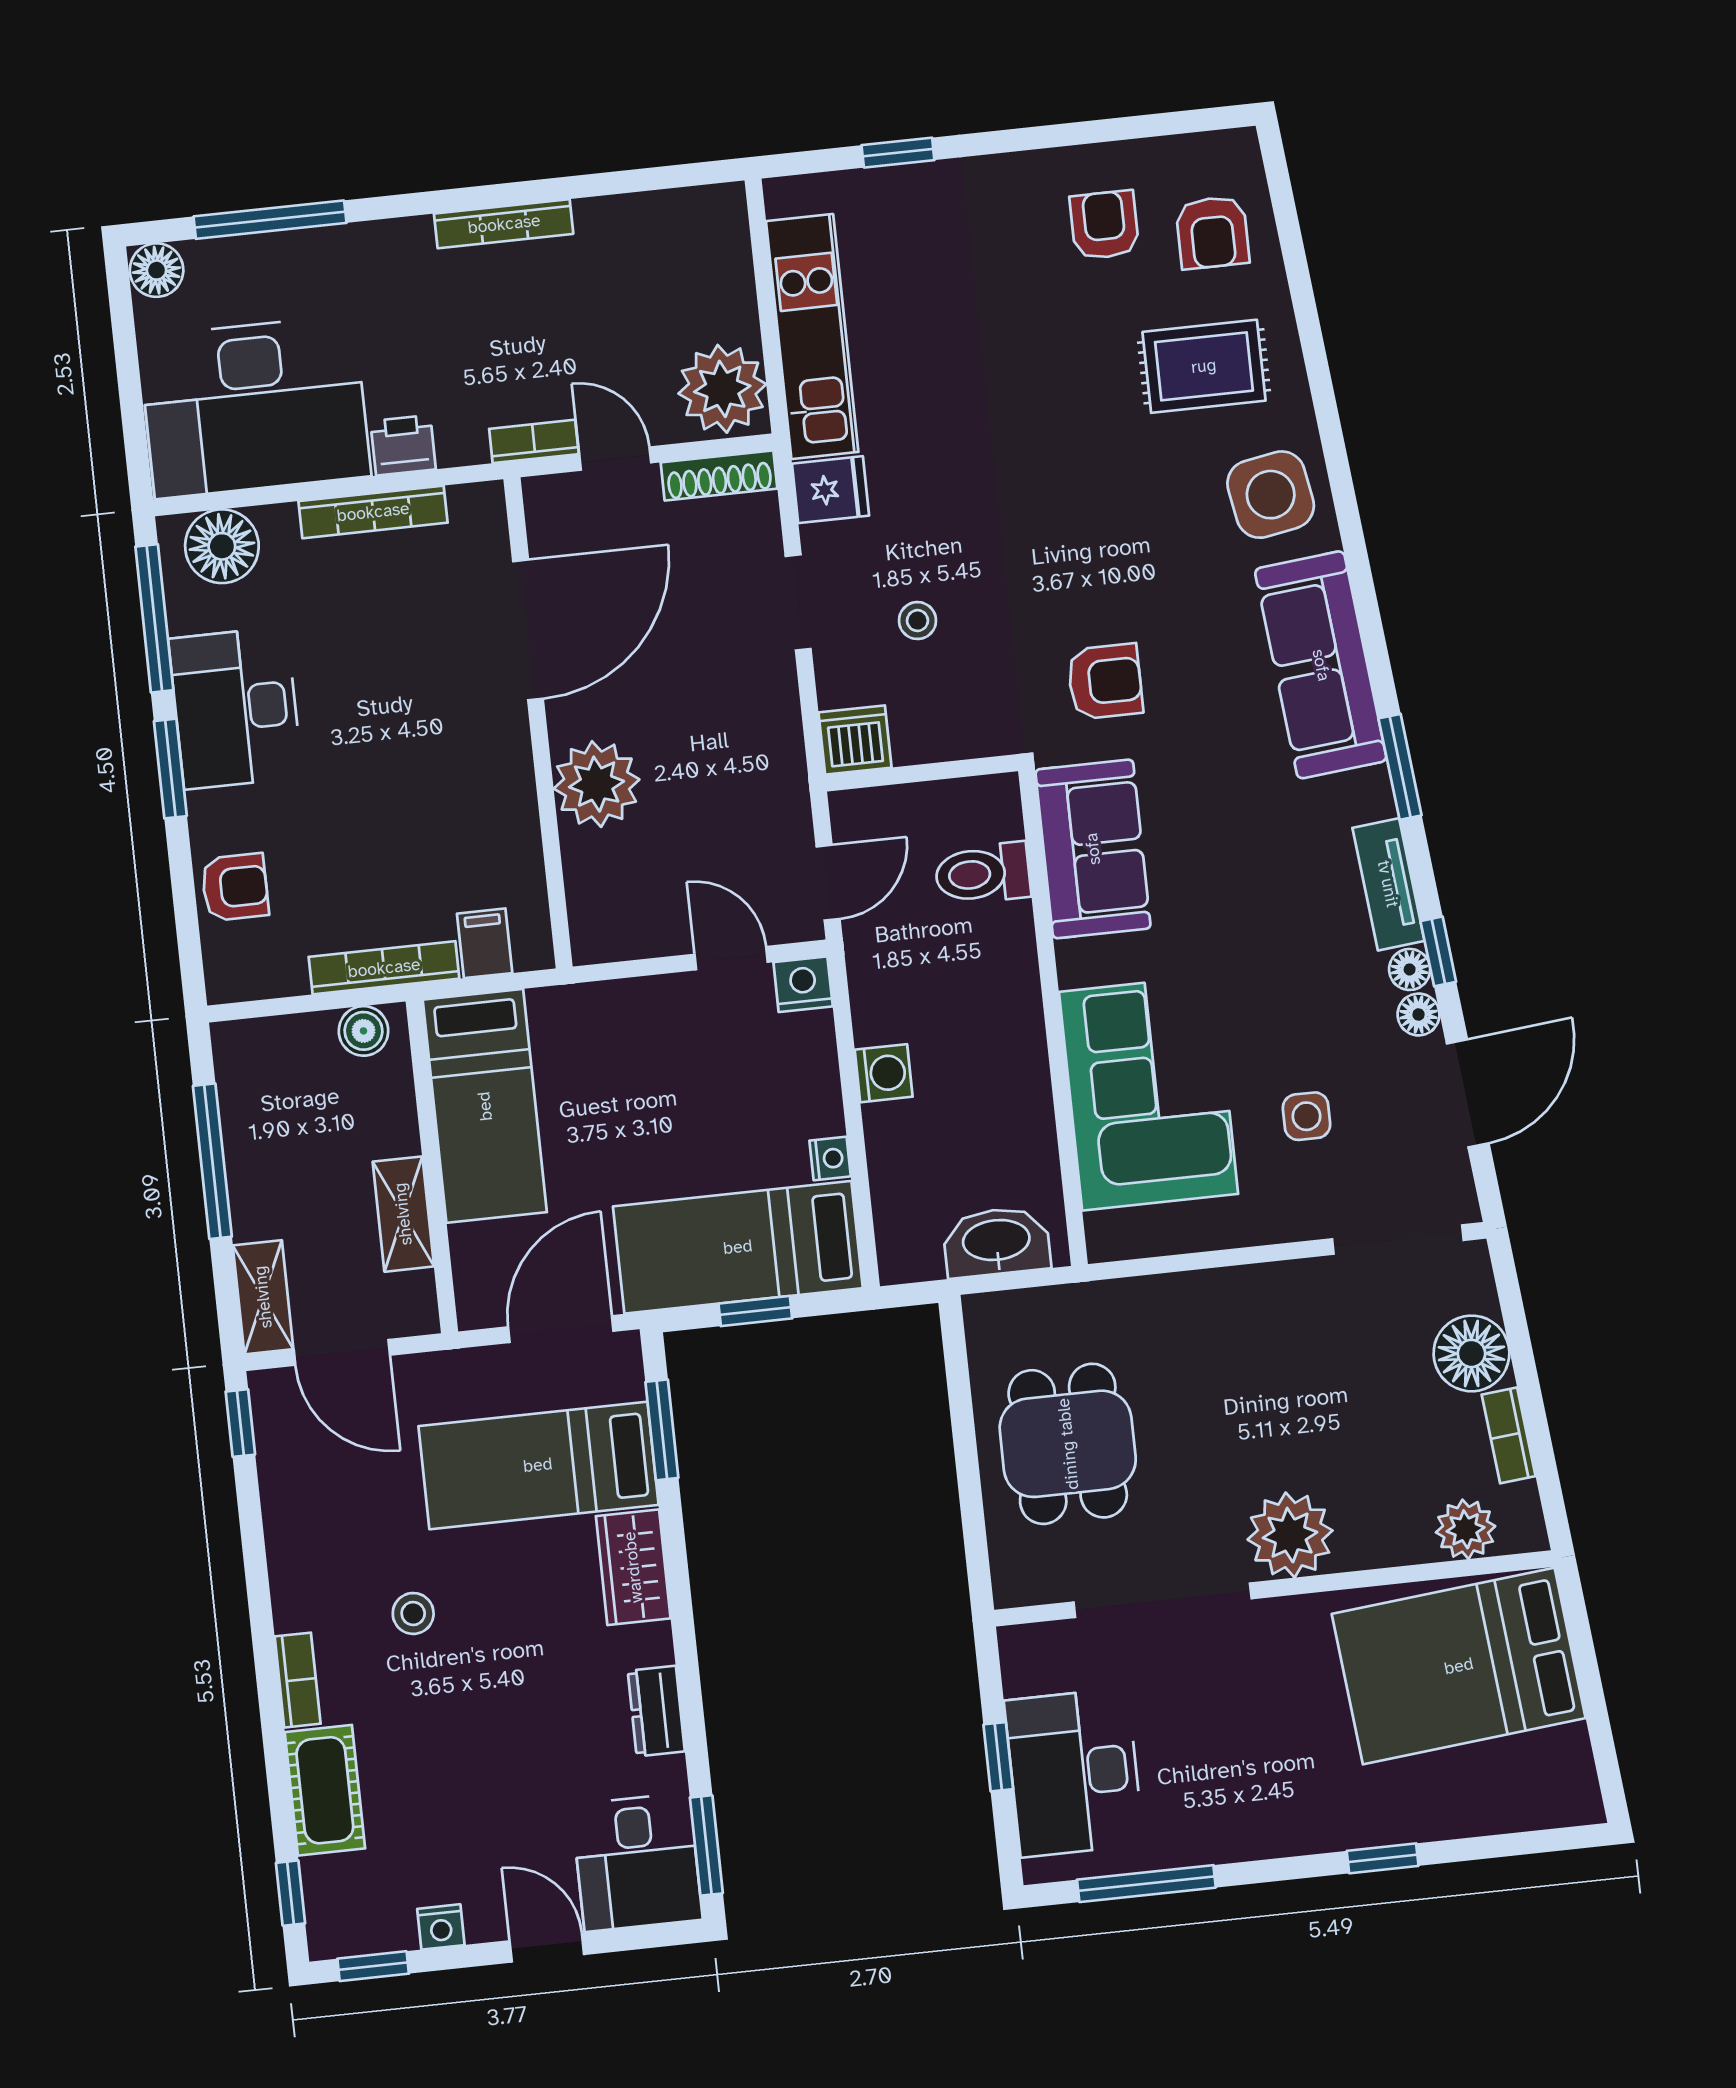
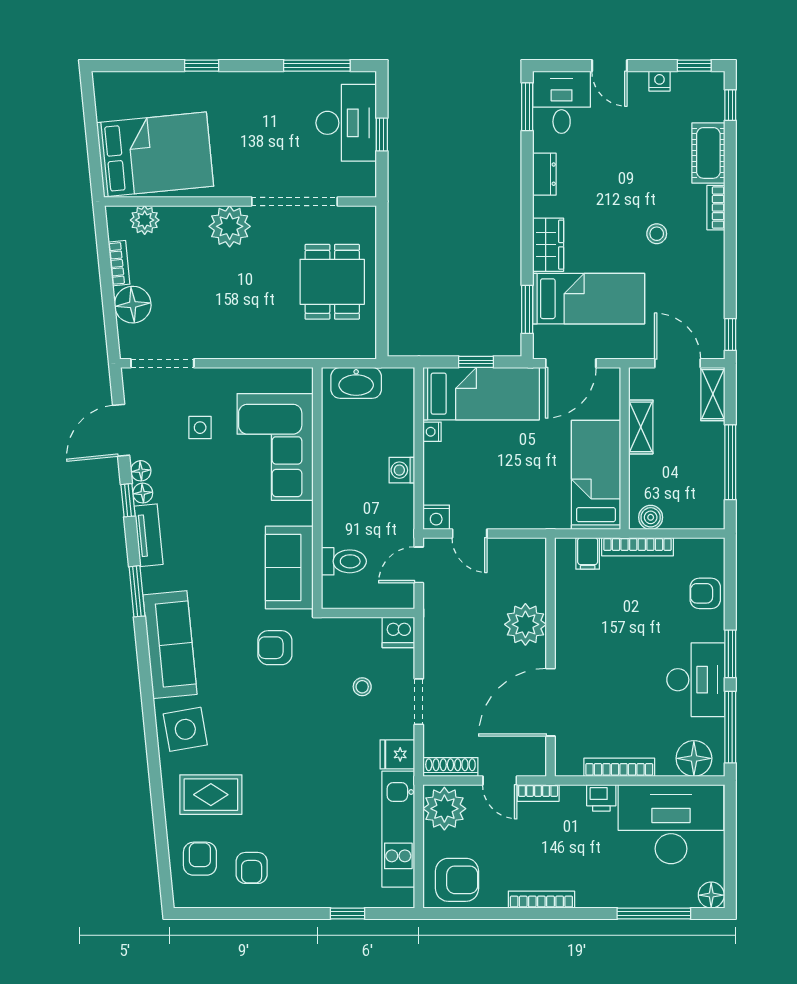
armchair: (681, 246) -> (457, 880), added

